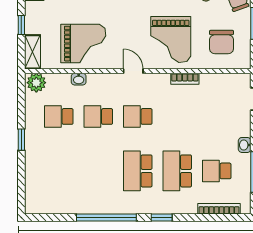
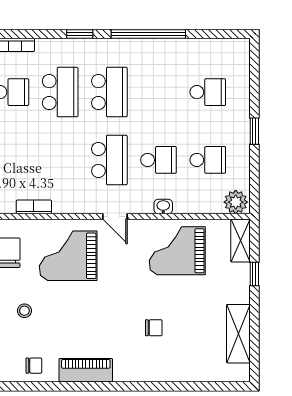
grand piano: (171, 40) -> (68, 256), turned -90
washbasin: (79, 79) -> (163, 206), moved
bookcase: (185, 79) -> (34, 207), moved
school desk: (138, 116) -> (109, 160), width x1.85
school desk: (59, 171) -> (208, 92), added

